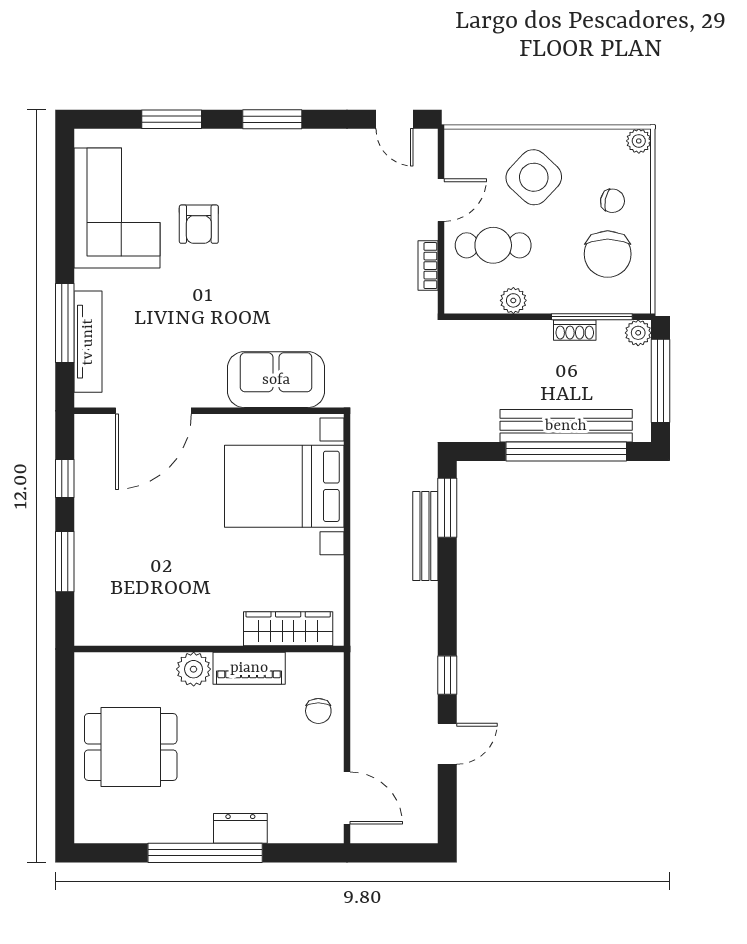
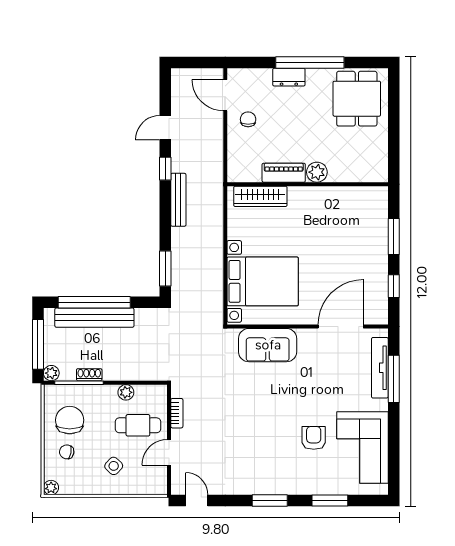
side table: (534, 177) -> (114, 466), width x0.54, depth x0.54
bench: (425, 536) -> (178, 200), moved
chair: (318, 711) -> (248, 119), moved
dining table: (131, 747) -> (357, 99), moved, turned 90

